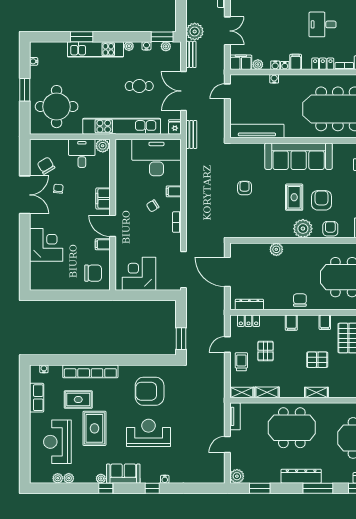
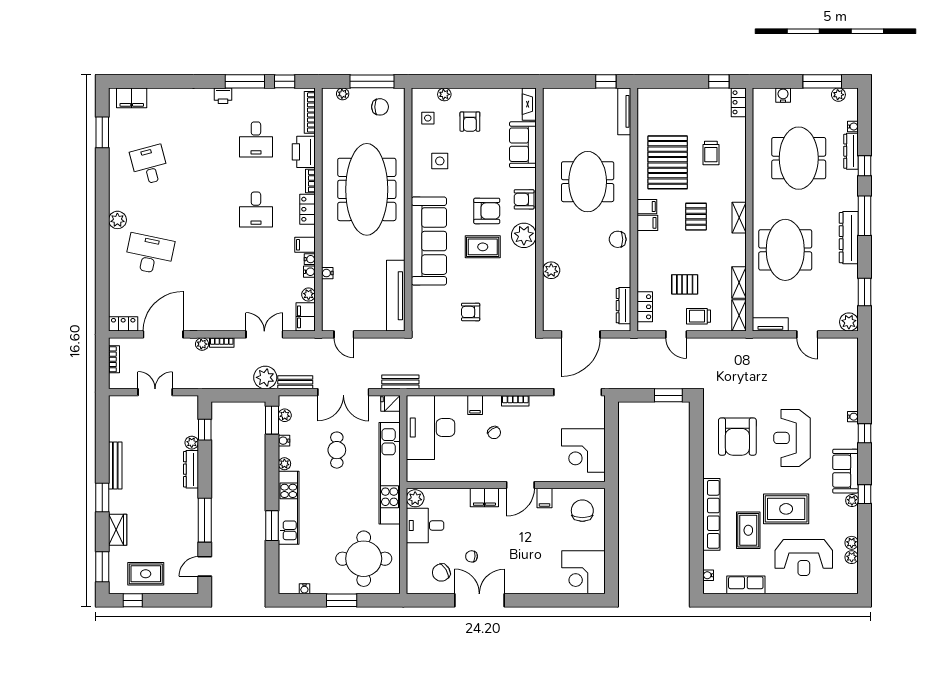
armchair: (321, 200) -> (487, 211), turned 180
corner desk: (46, 245) -> (583, 572), moved, turned -90
filing cabinet: (291, 323) -> (647, 223), moved

